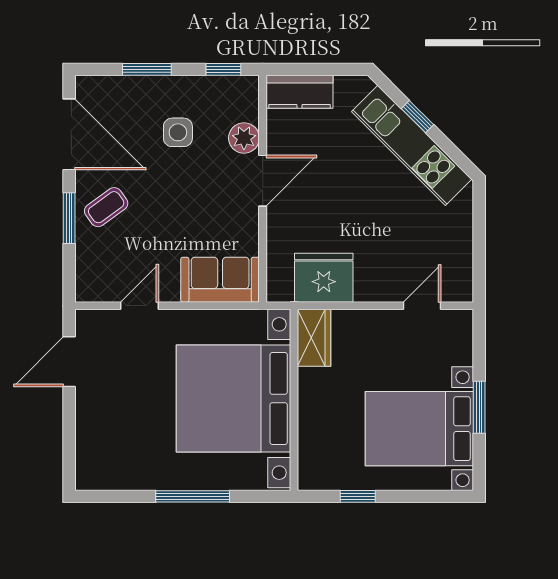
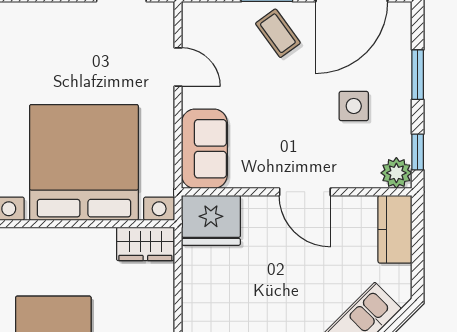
plant: (244, 138) -> (396, 173), moved
fridge: (324, 278) -> (211, 220), moved, turned 90

